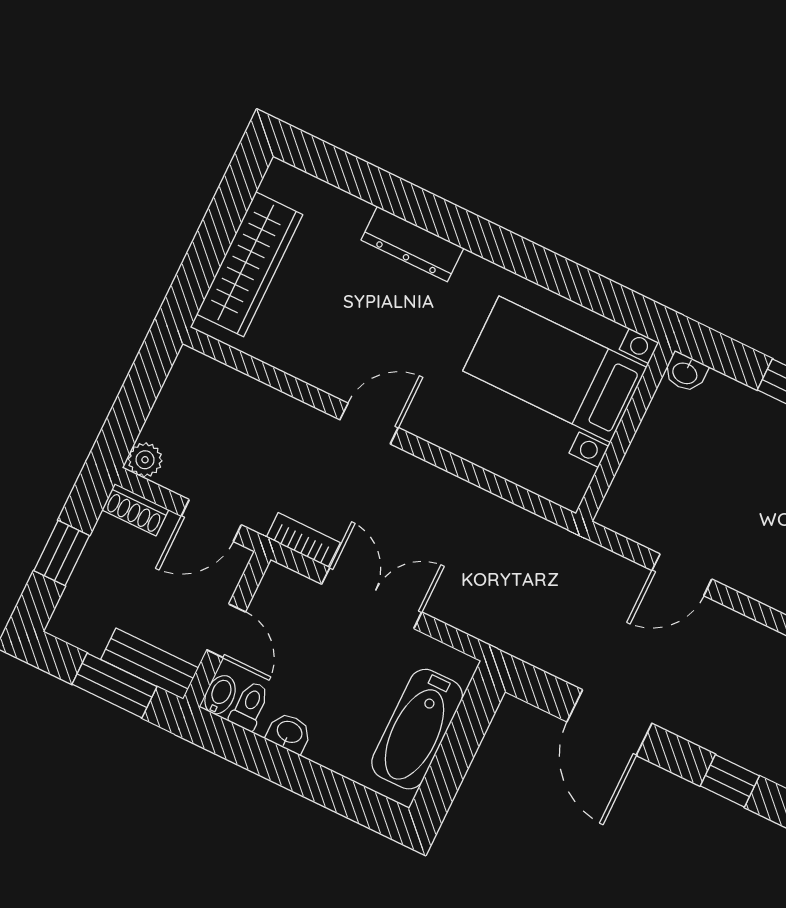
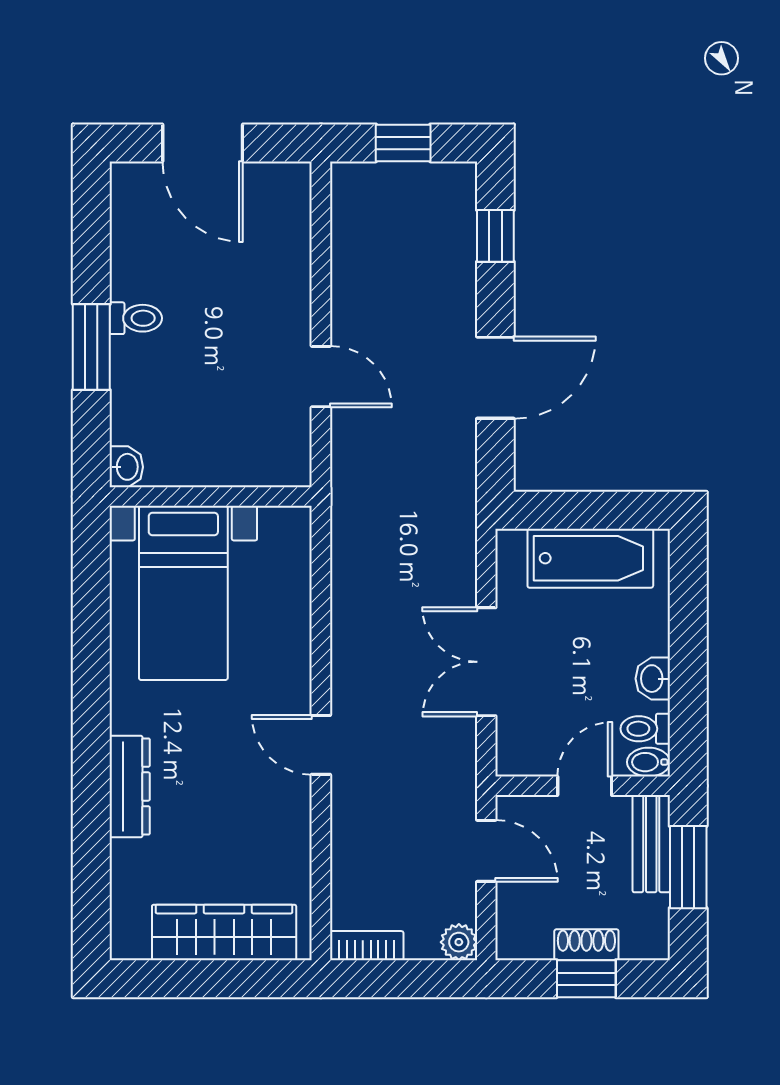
shoe rack: (135, 510) -> (586, 945), moved, turned -90
bookcase: (303, 540) -> (367, 946), moved, turned 90

